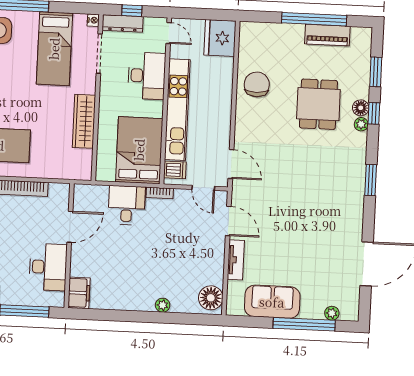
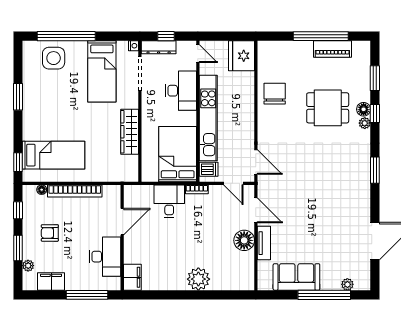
dining table: (318, 104) -> (328, 108), turned 90
floor lamp: (211, 298) -> (244, 240), moved
plant: (163, 305) -> (198, 279), width x1.88, depth x1.88

